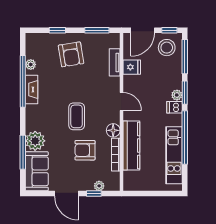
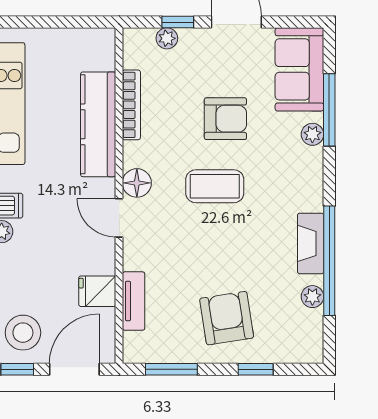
coffee table: (77, 116) -> (215, 186), turned 90
floor lamp: (113, 130) -> (137, 183), moved
plant: (35, 141) -> (312, 134), width x0.53, depth x0.53
armchair: (85, 150) -> (225, 119), moved

